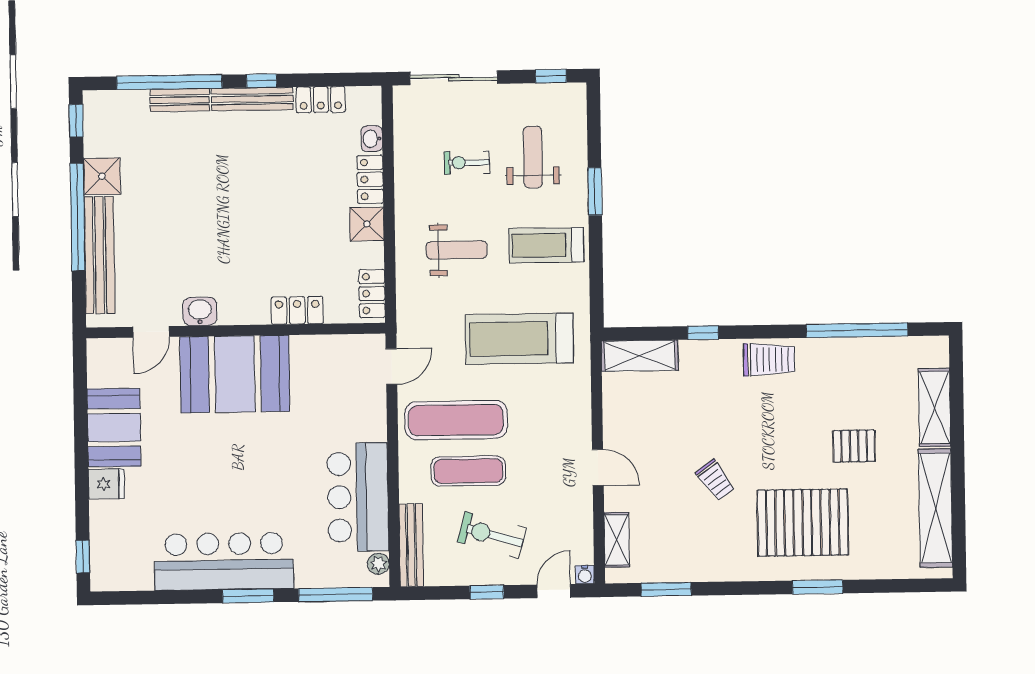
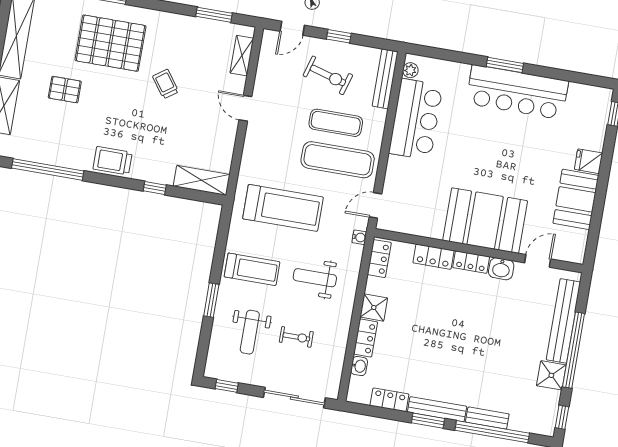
window: (262, 81) -> (428, 421), width x1.50
locker: (243, 313) -> (471, 262), added
water cooler: (585, 575) -> (359, 237), moved, turned 90
window: (336, 595) -> (444, 54), removed

